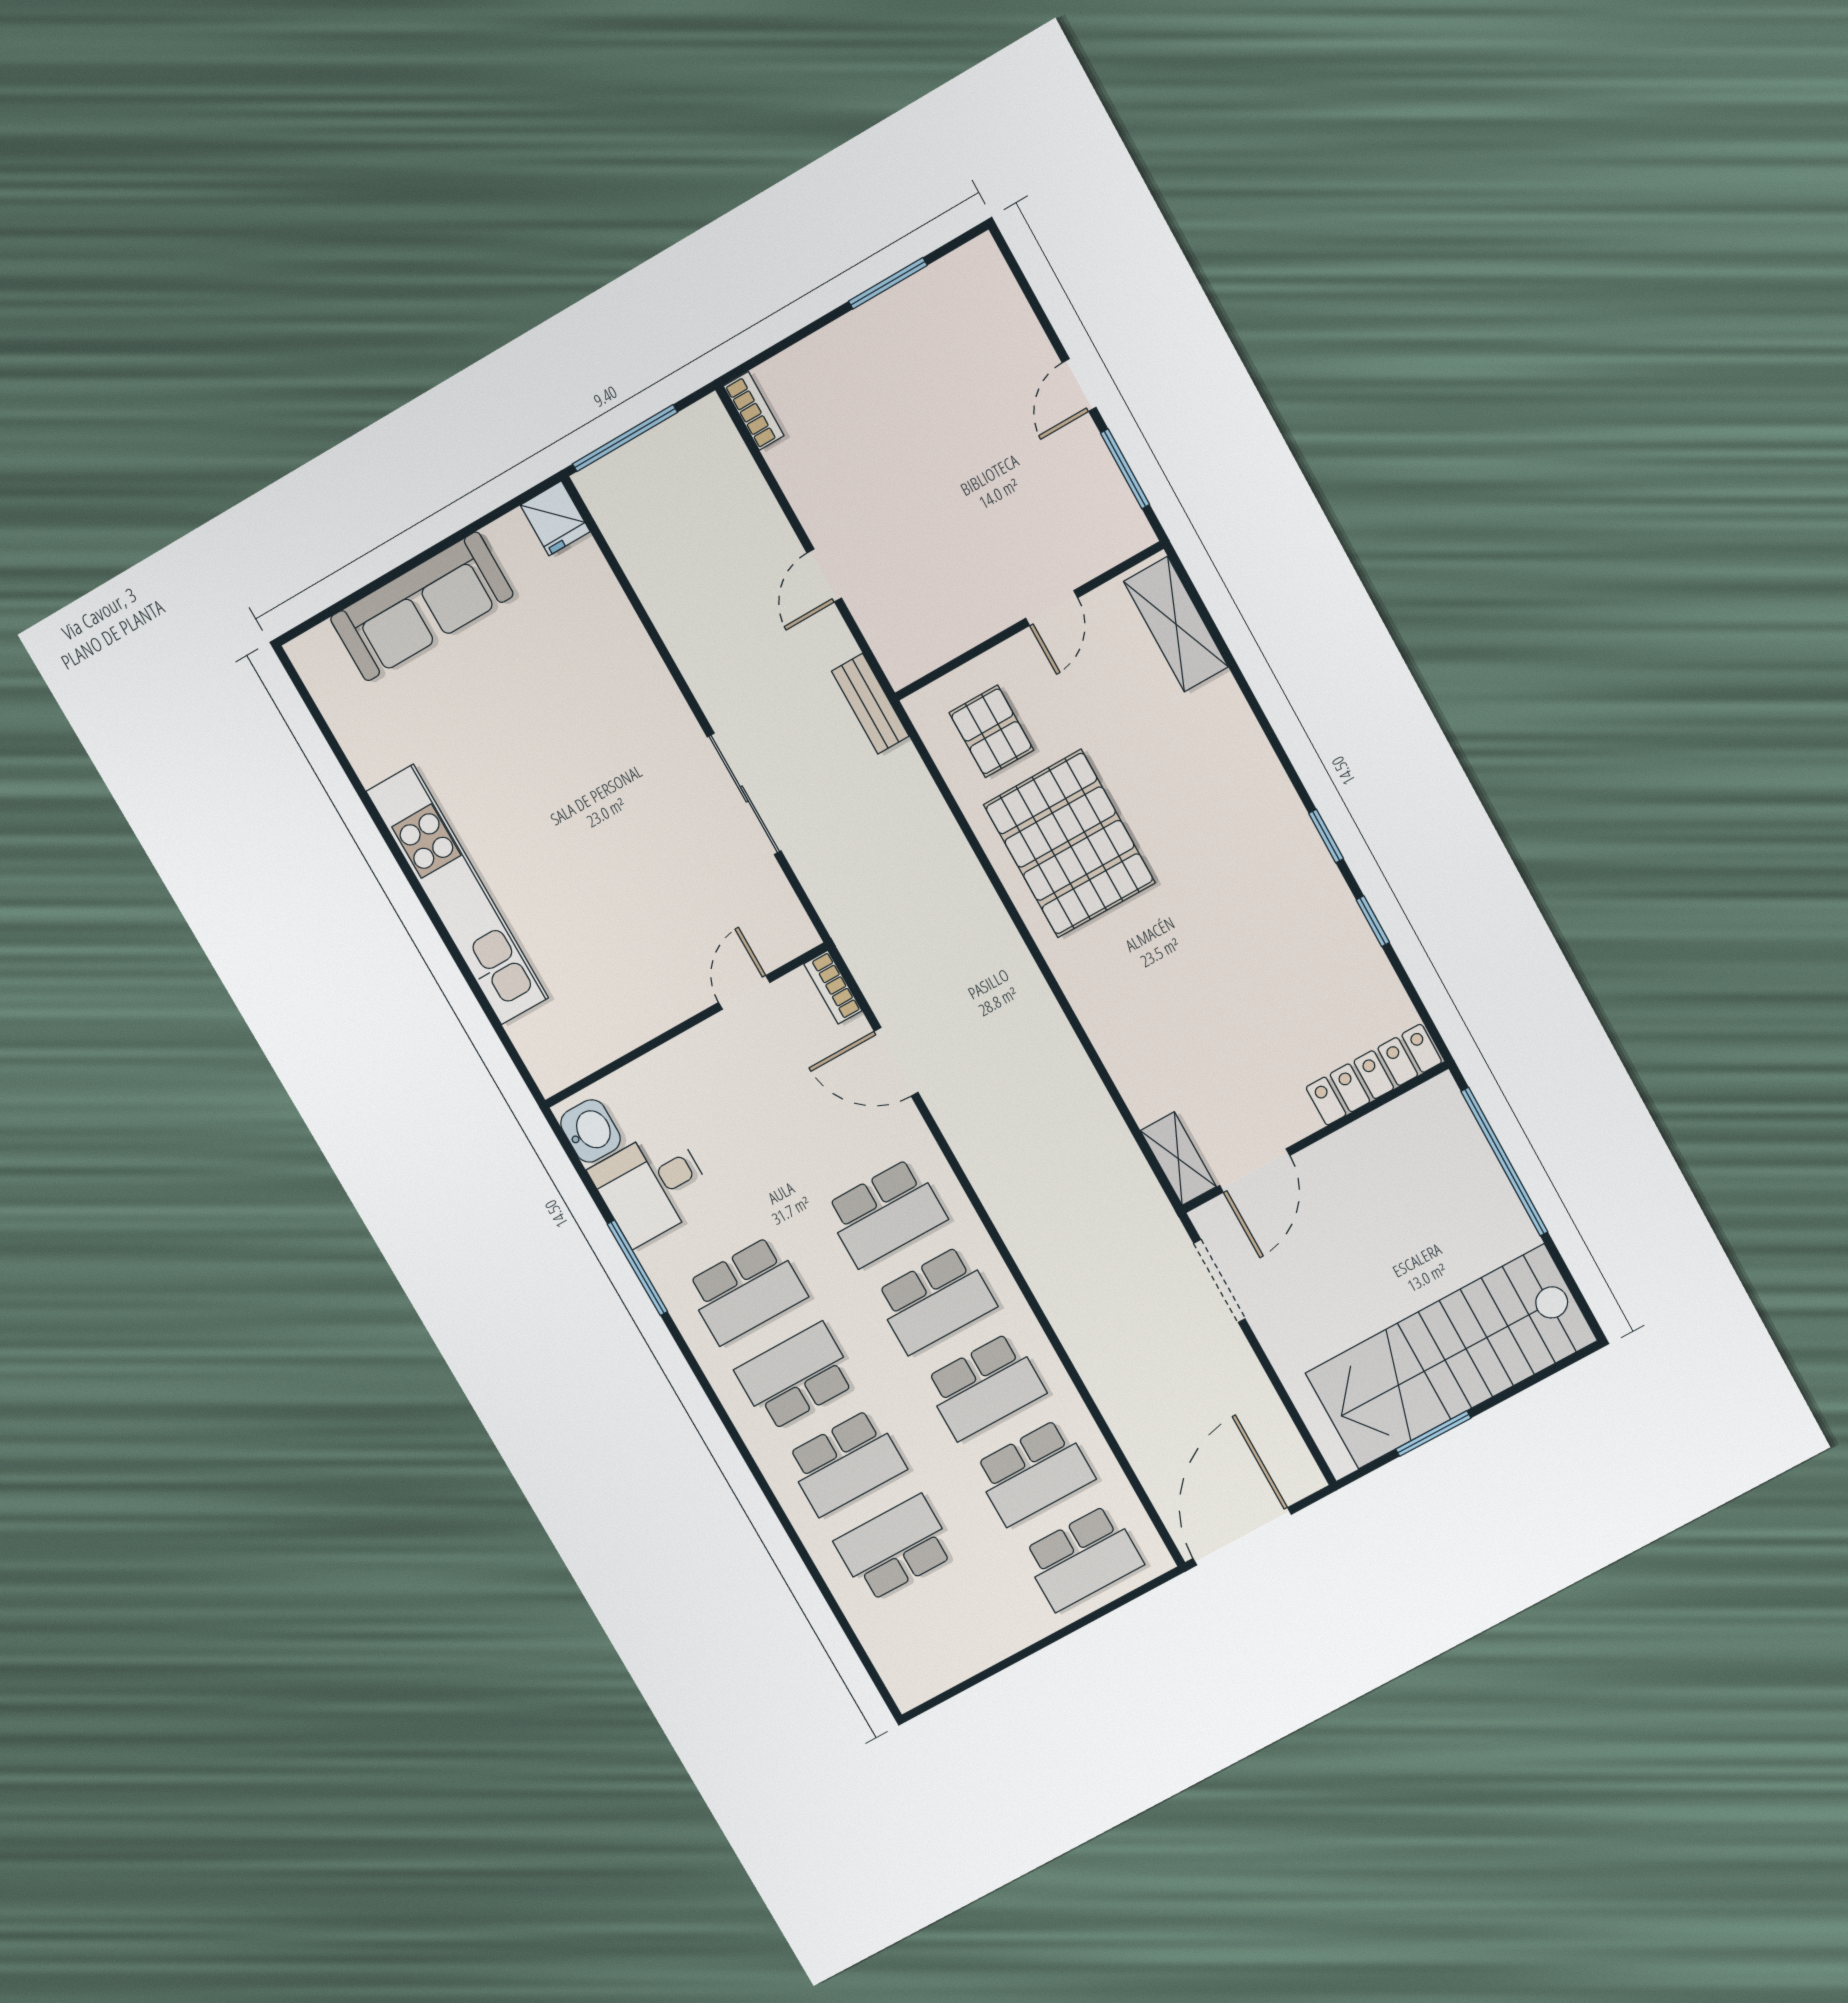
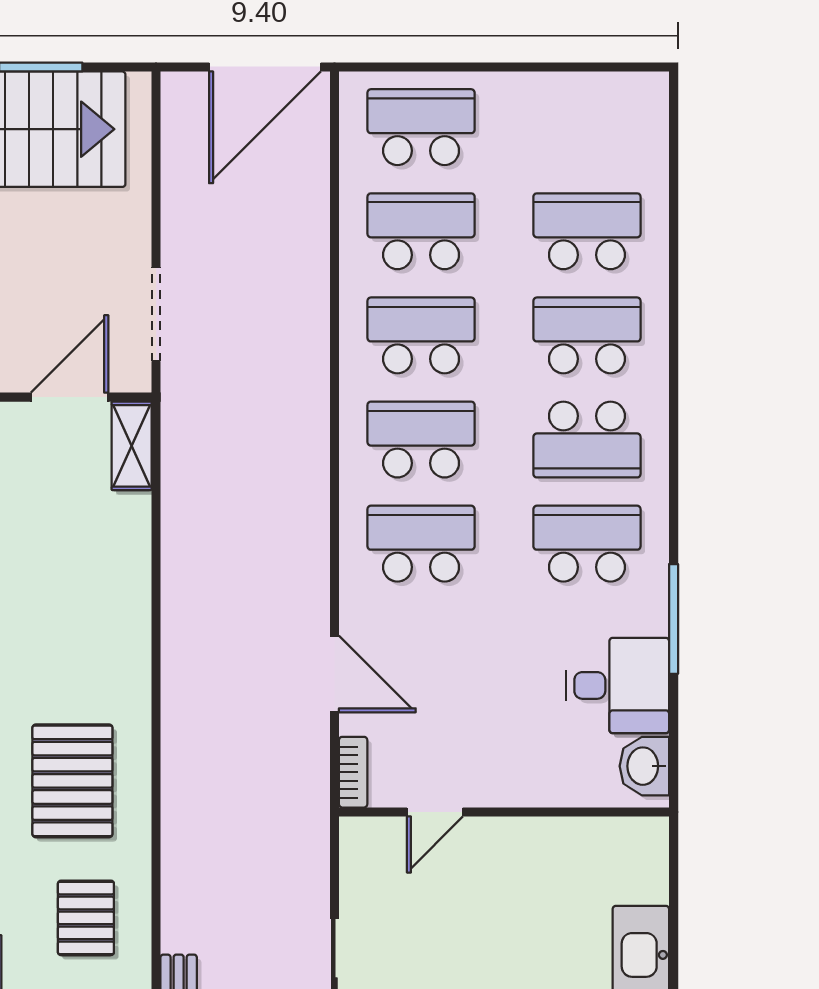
pallet: (1069, 844) -> (72, 781), width x0.73, depth x0.71
school desk: (895, 1548) -> (587, 231), turned 180

